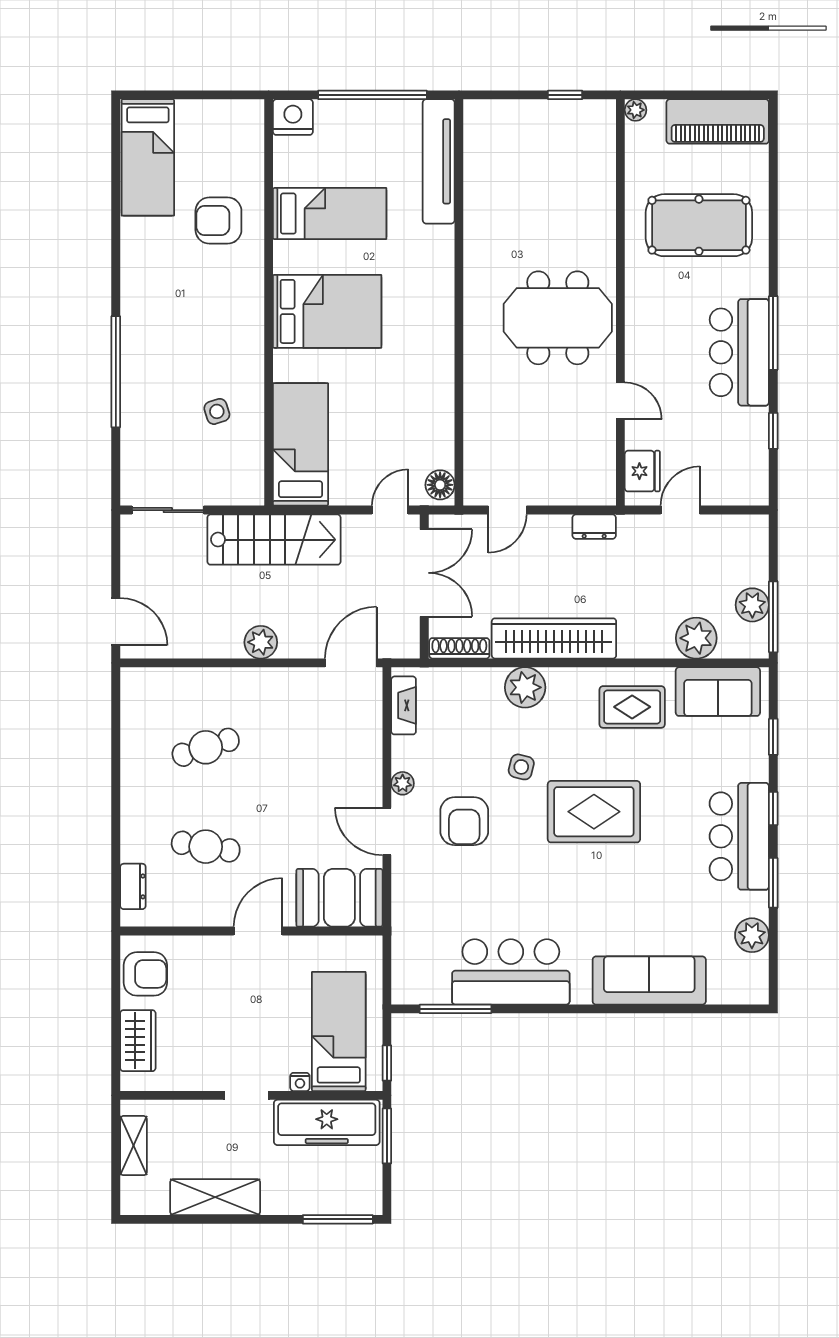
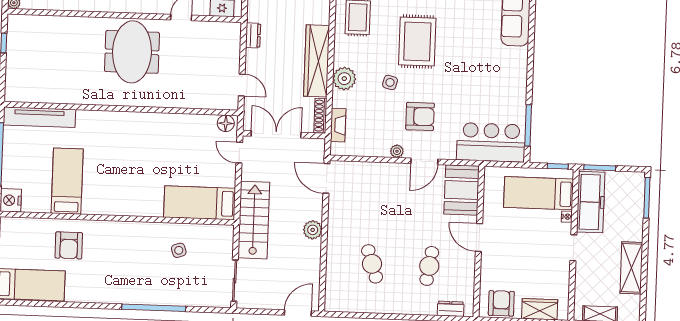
bed: (327, 311) -> (123, 185), removed
fireplace: (404, 705) -> (338, 125), moved, turned 90
bar counter: (511, 972) -> (491, 142), moved, turned 90

